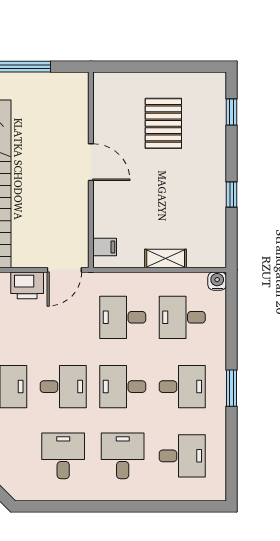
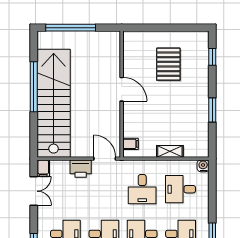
window: (232, 194) -> (212, 110), width x1.50
door: (64, 270) -> (105, 159), swing flipped
desk: (123, 317) -> (142, 189), turned -90

